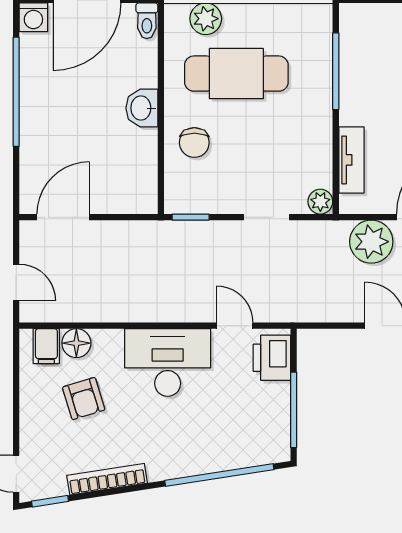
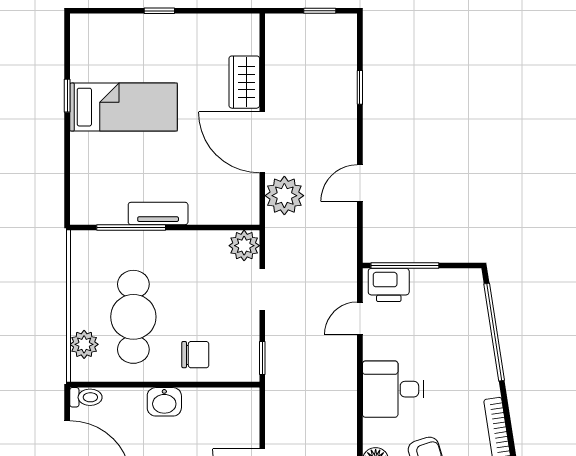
tv unit: (351, 160) -> (158, 213), moved
plant: (320, 202) -> (244, 246), width x1.38, depth x1.38
desk: (168, 362) -> (393, 389), width x0.73
window: (294, 410) -> (405, 265), moved

